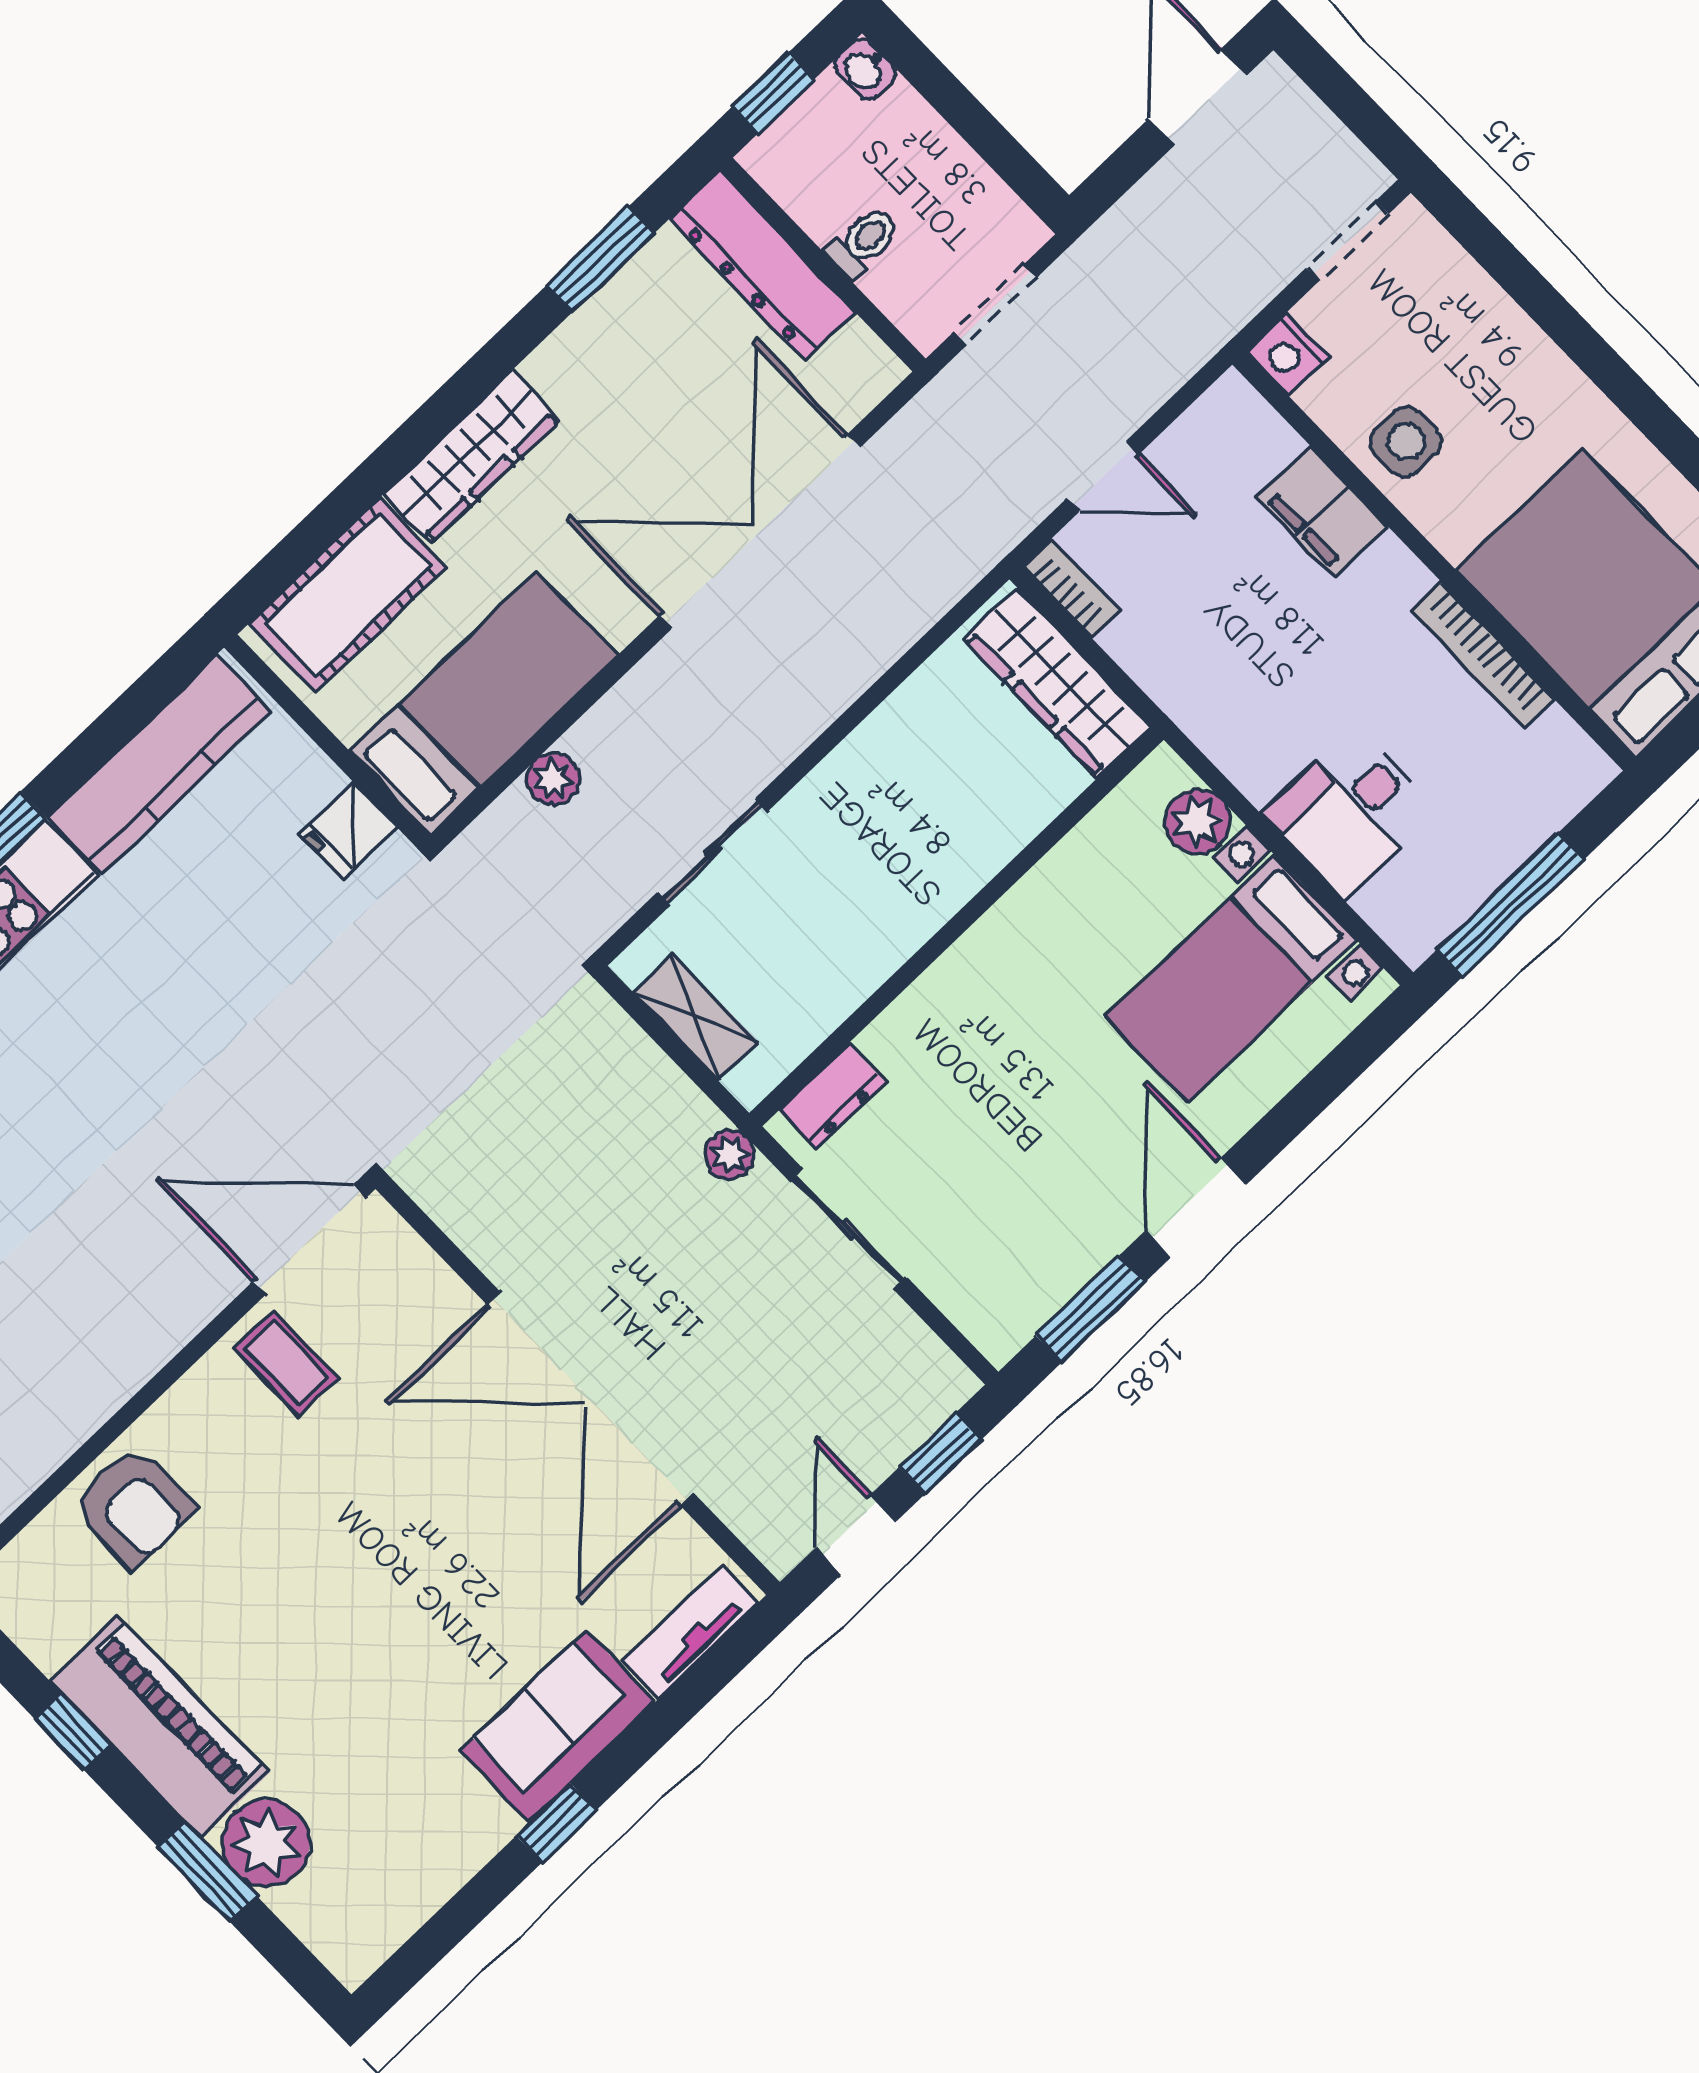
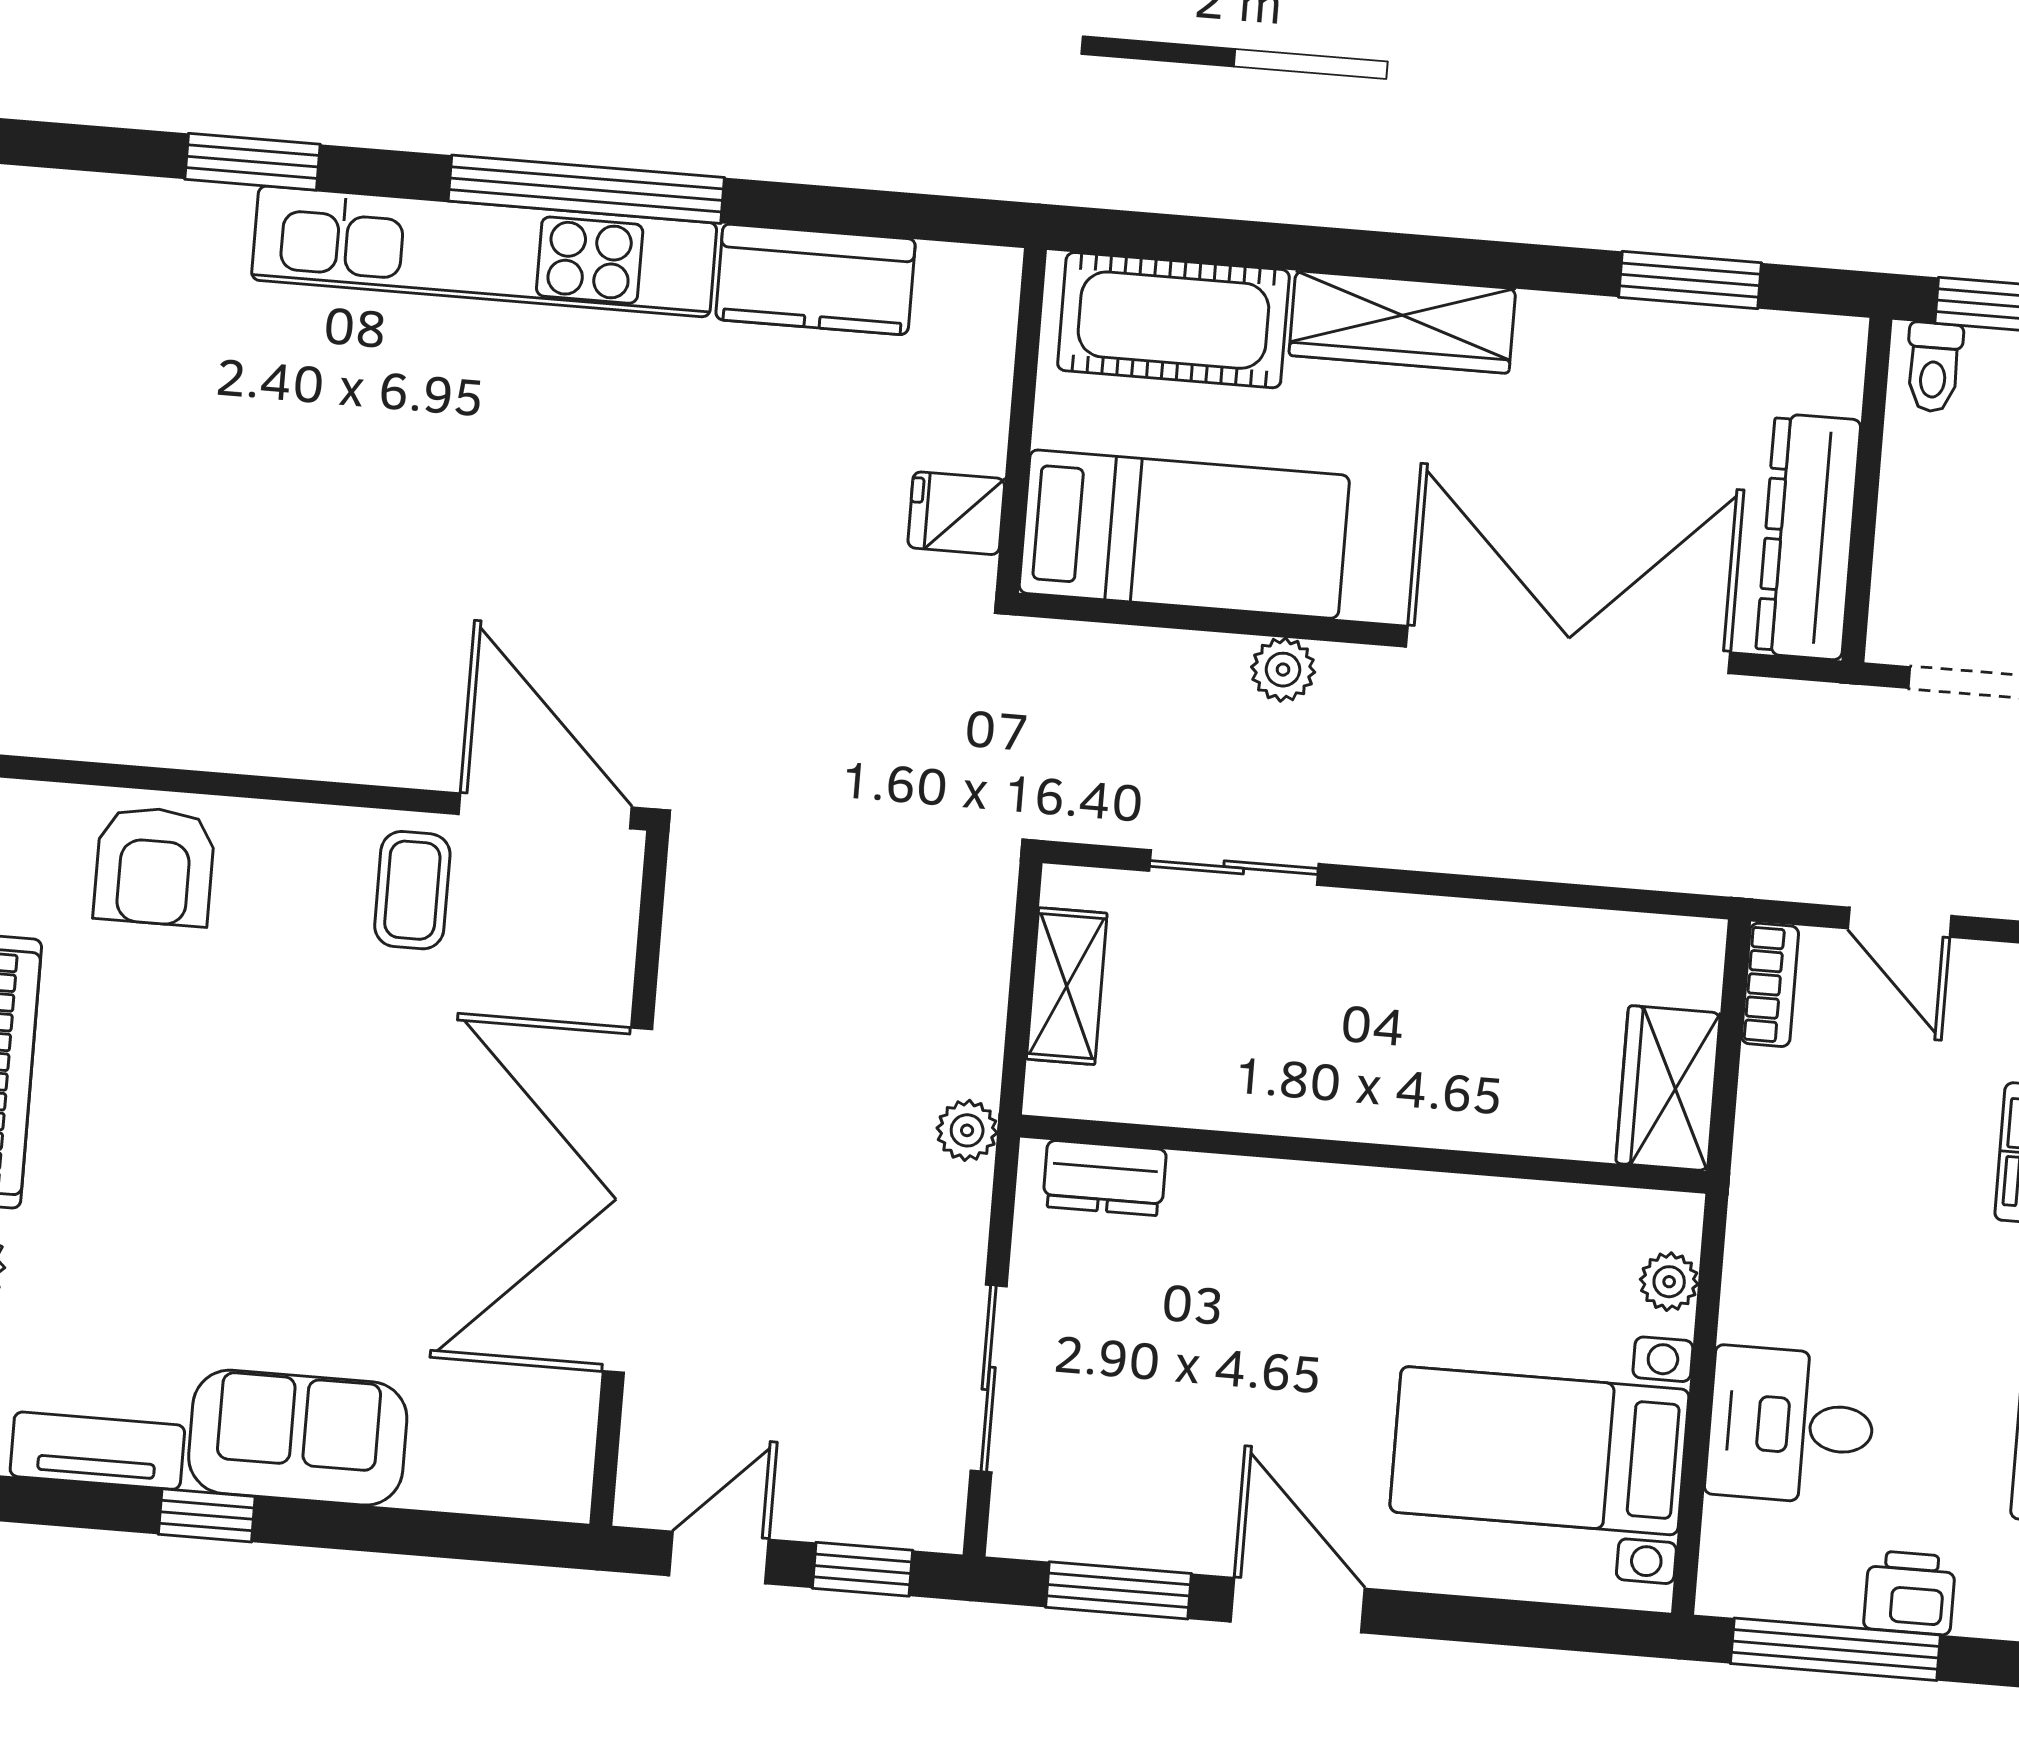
toilet: (863, 242) -> (1934, 367), moved, turned 90
dresser: (762, 265) -> (1808, 537), moved
wardrobe: (1057, 683) -> (1668, 1088), width x0.67
kitchen counter: (159, 764) -> (815, 279), width x0.67
plant: (553, 779) -> (1283, 670), moved
plant: (1197, 822) -> (1669, 1282), width x0.73, depth x0.73
printer: (1516, 830) -> (1910, 1593), added
door: (1195, 1208) -> (1298, 1605), hinge flipped
sliding door: (848, 1229) -> (989, 1378), moved
tv unit: (690, 1632) -> (97, 1451), moved

